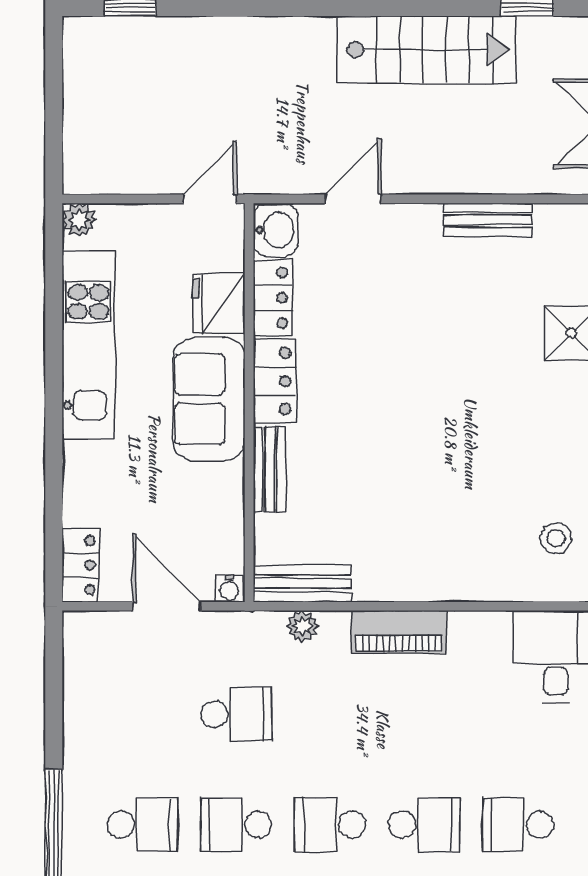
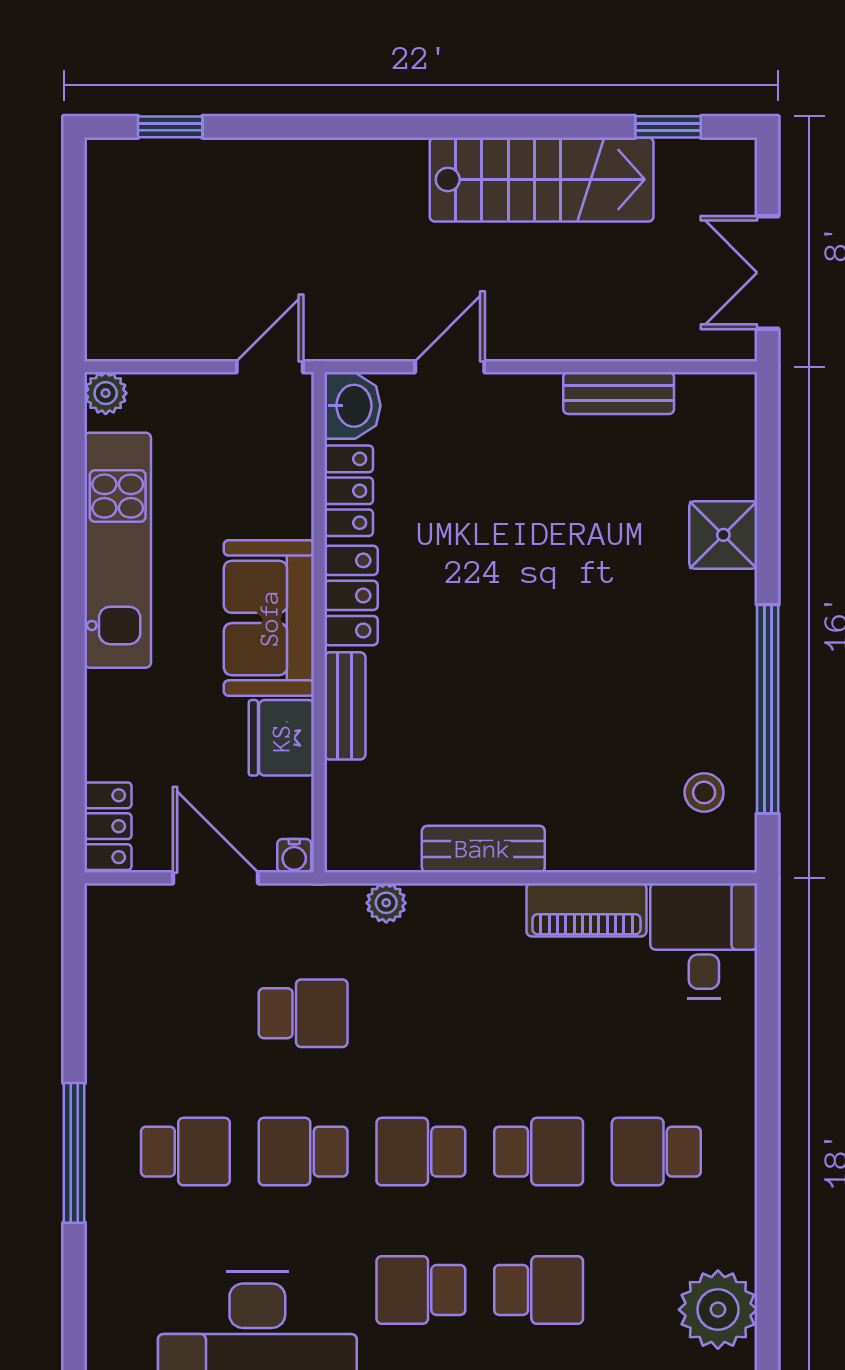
fridge: (219, 304) -> (281, 738), moved
bench: (302, 583) -> (483, 849), moved
piano: (399, 632) -> (586, 910), moved

